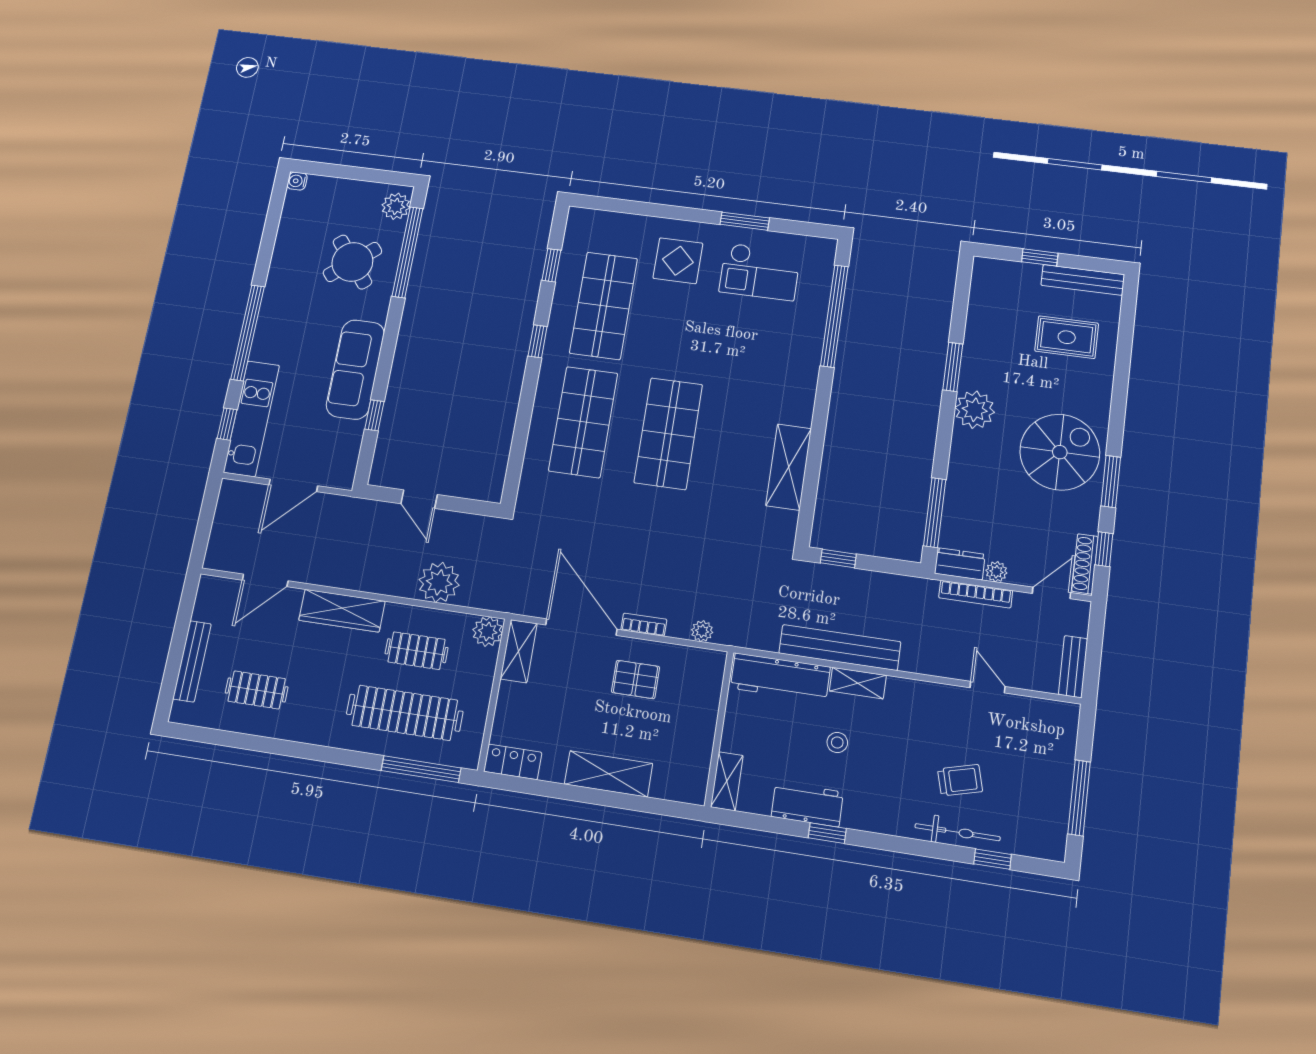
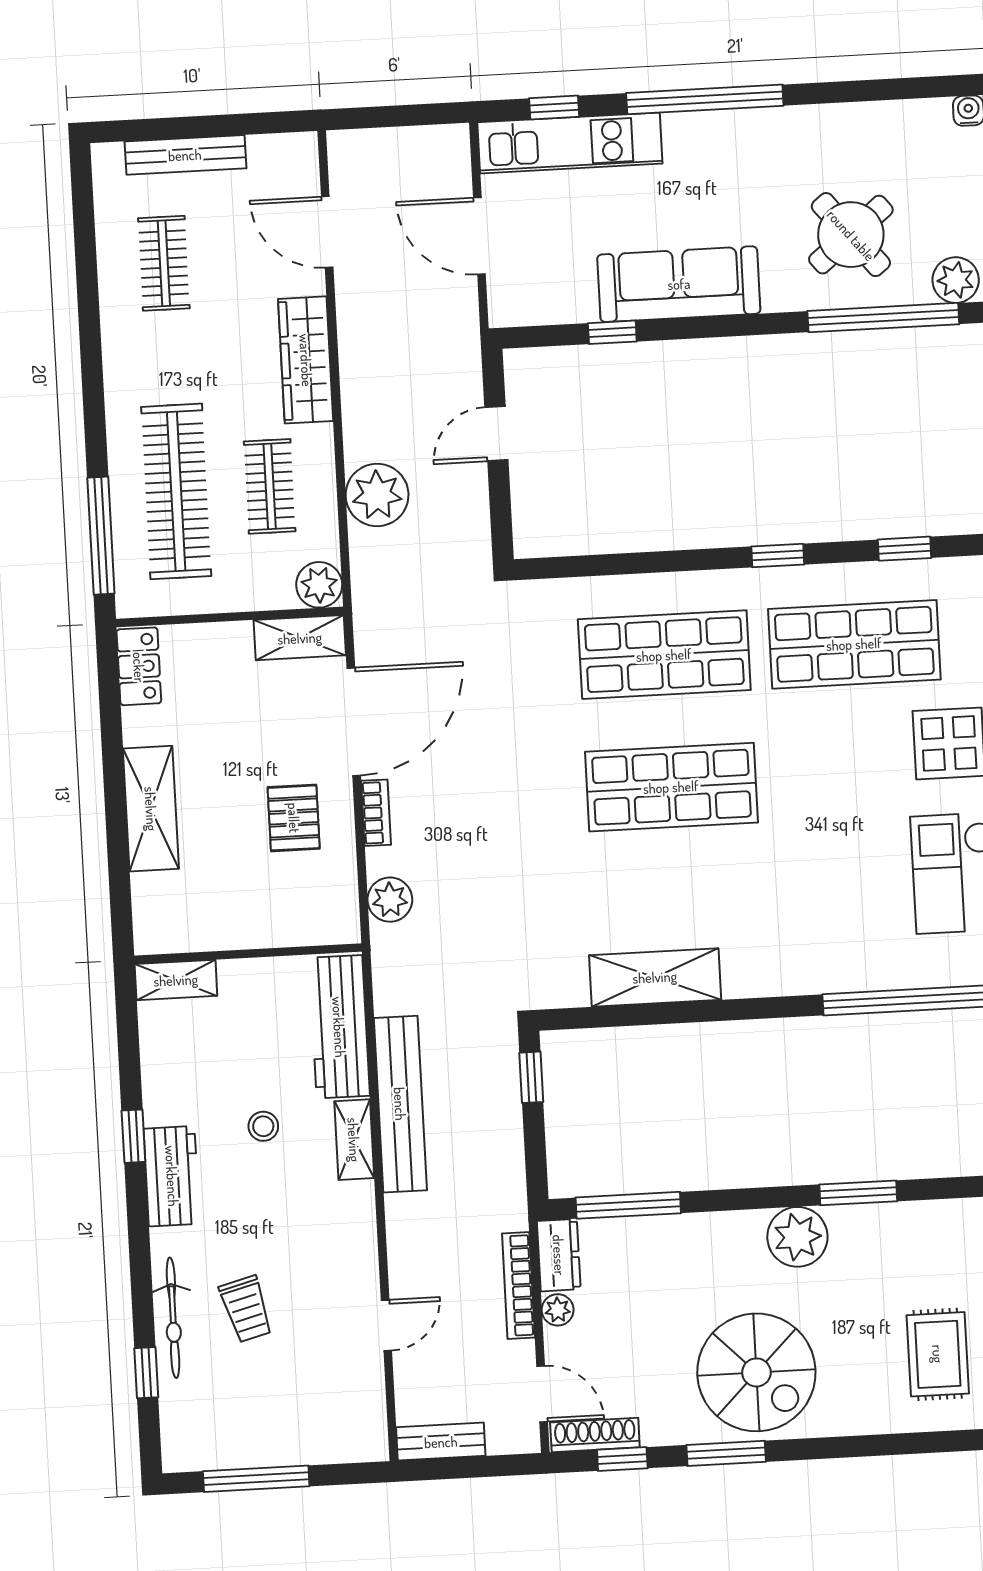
plant: (702, 631) -> (390, 900), width x1.38, depth x1.38
workbench: (807, 804) -> (172, 1176), moved

